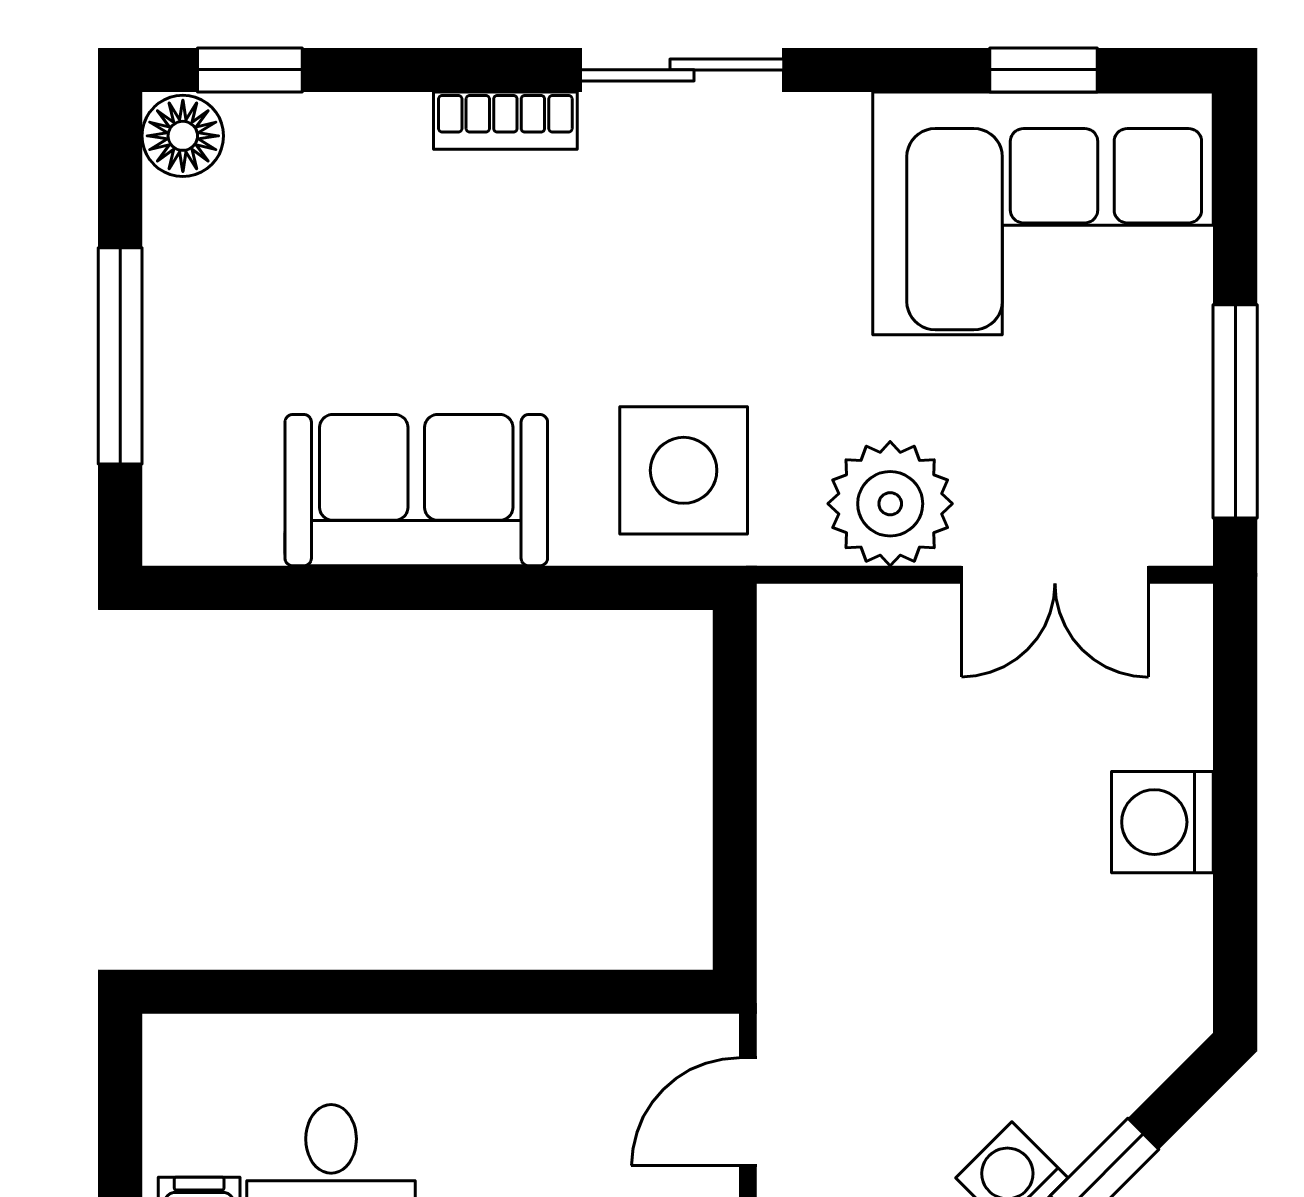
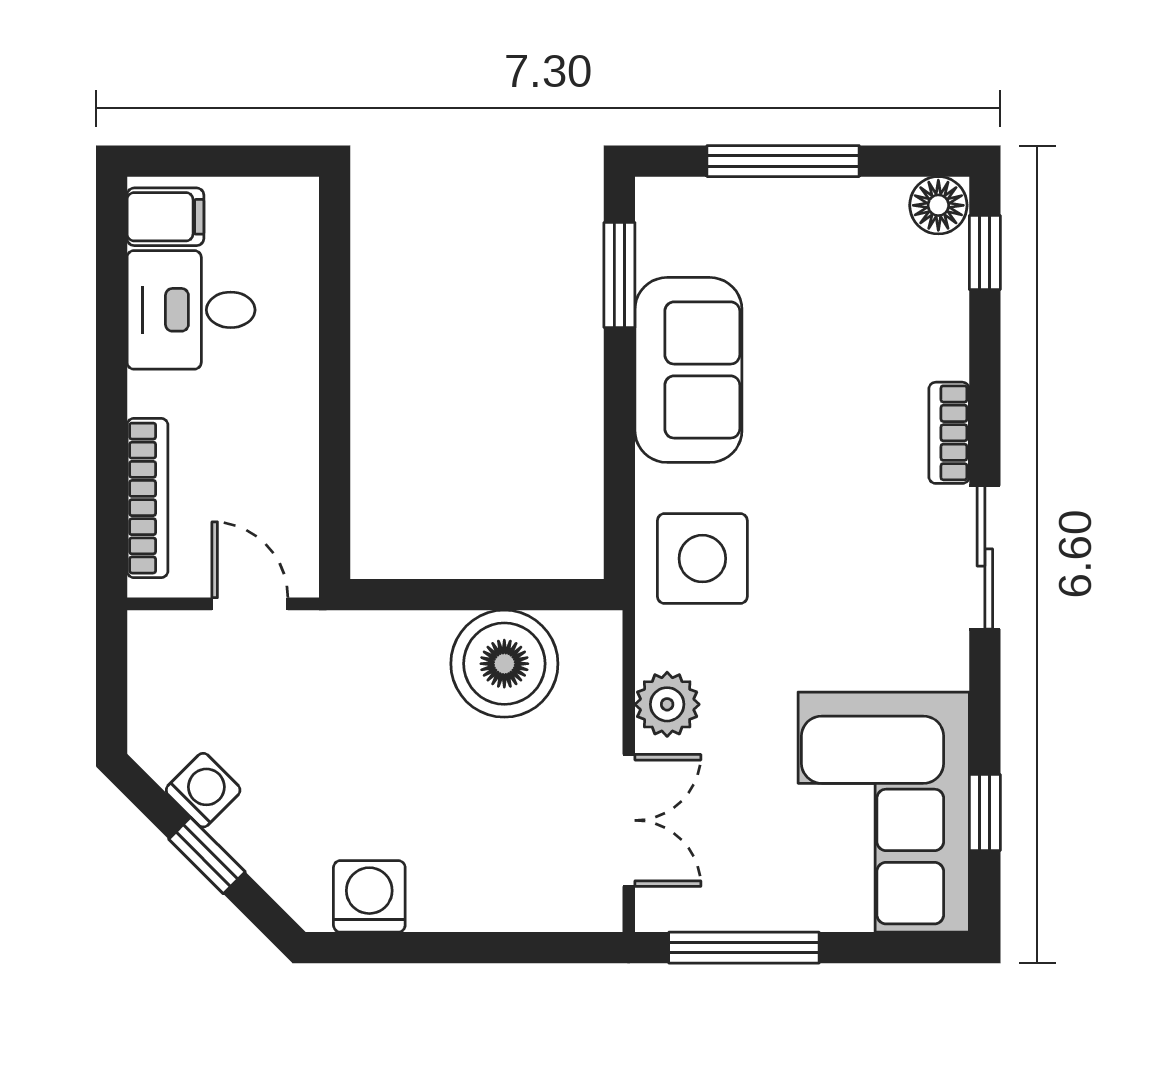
plant: (890, 504) -> (667, 704), width x0.73, depth x0.73
double door: (1055, 575) -> (629, 820), swing flipped
window: (282, 588) -> (619, 275), added
boiler: (833, 751) -> (504, 664), added
washing machine: (1162, 822) -> (369, 896), moved

